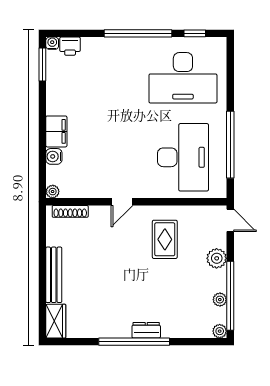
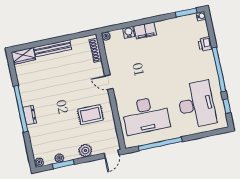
printer: (70, 46) -> (205, 44), moved
desk: (183, 78) -> (197, 104), turned 180
window: (230, 296) -> (63, 164), width x0.47

